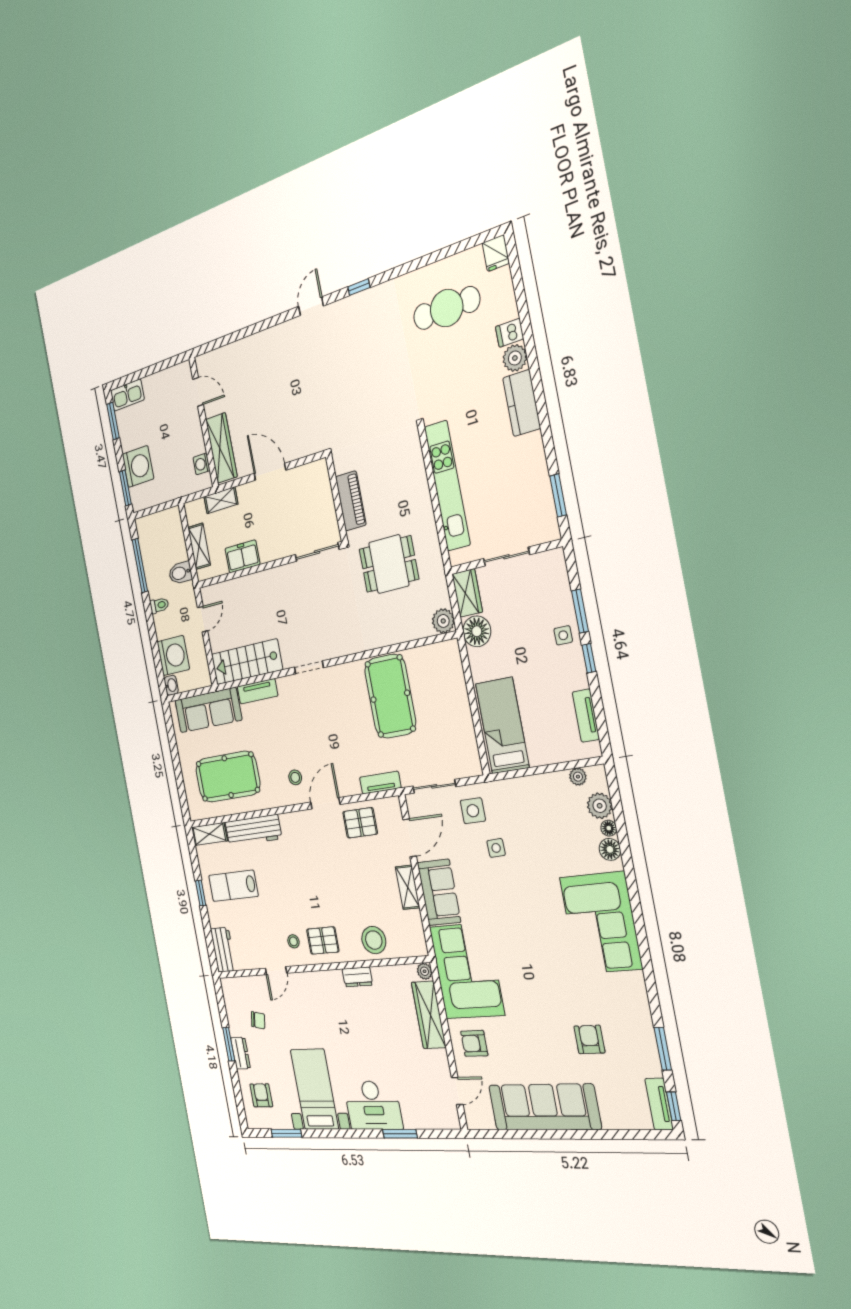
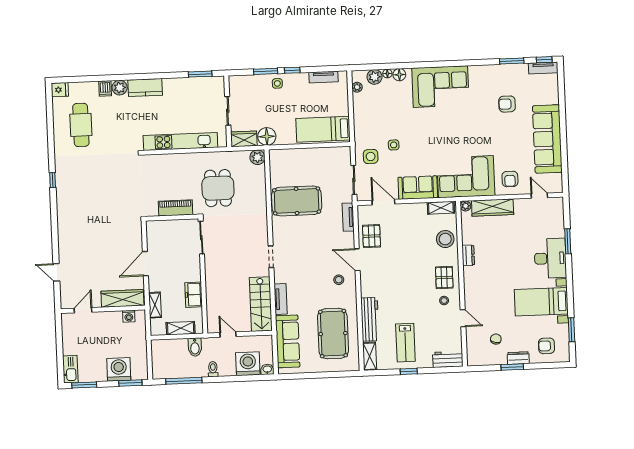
door: (311, 306) -> (56, 272), moved
shelving: (408, 887) -> (441, 208), moved

